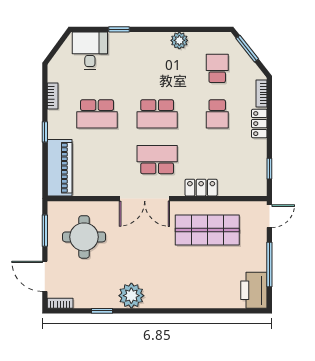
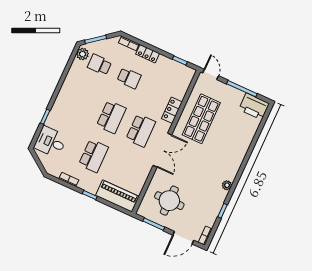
plant: (179, 40) -> (82, 54), moved
school desk: (157, 160) -> (141, 130), turned 180
plant: (131, 296) -> (227, 185), width x0.53, depth x0.53

